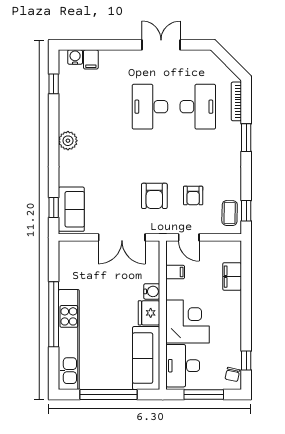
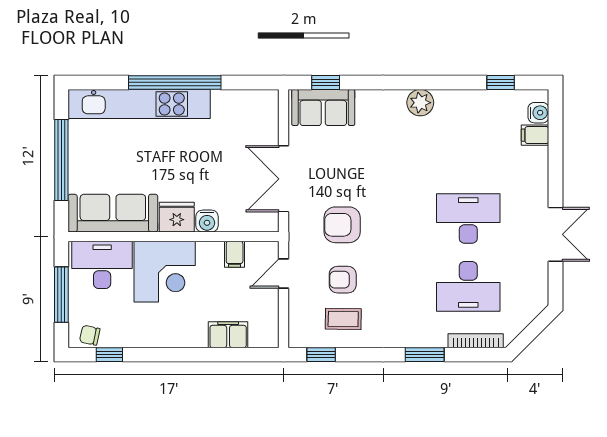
coffee table: (230, 213) -> (343, 319), moved

